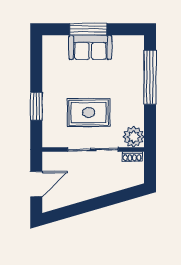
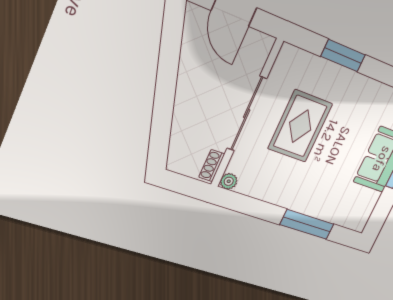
window: (150, 77) -> (307, 224), width x0.68
plant: (134, 137) -> (229, 181), width x0.53, depth x0.53

